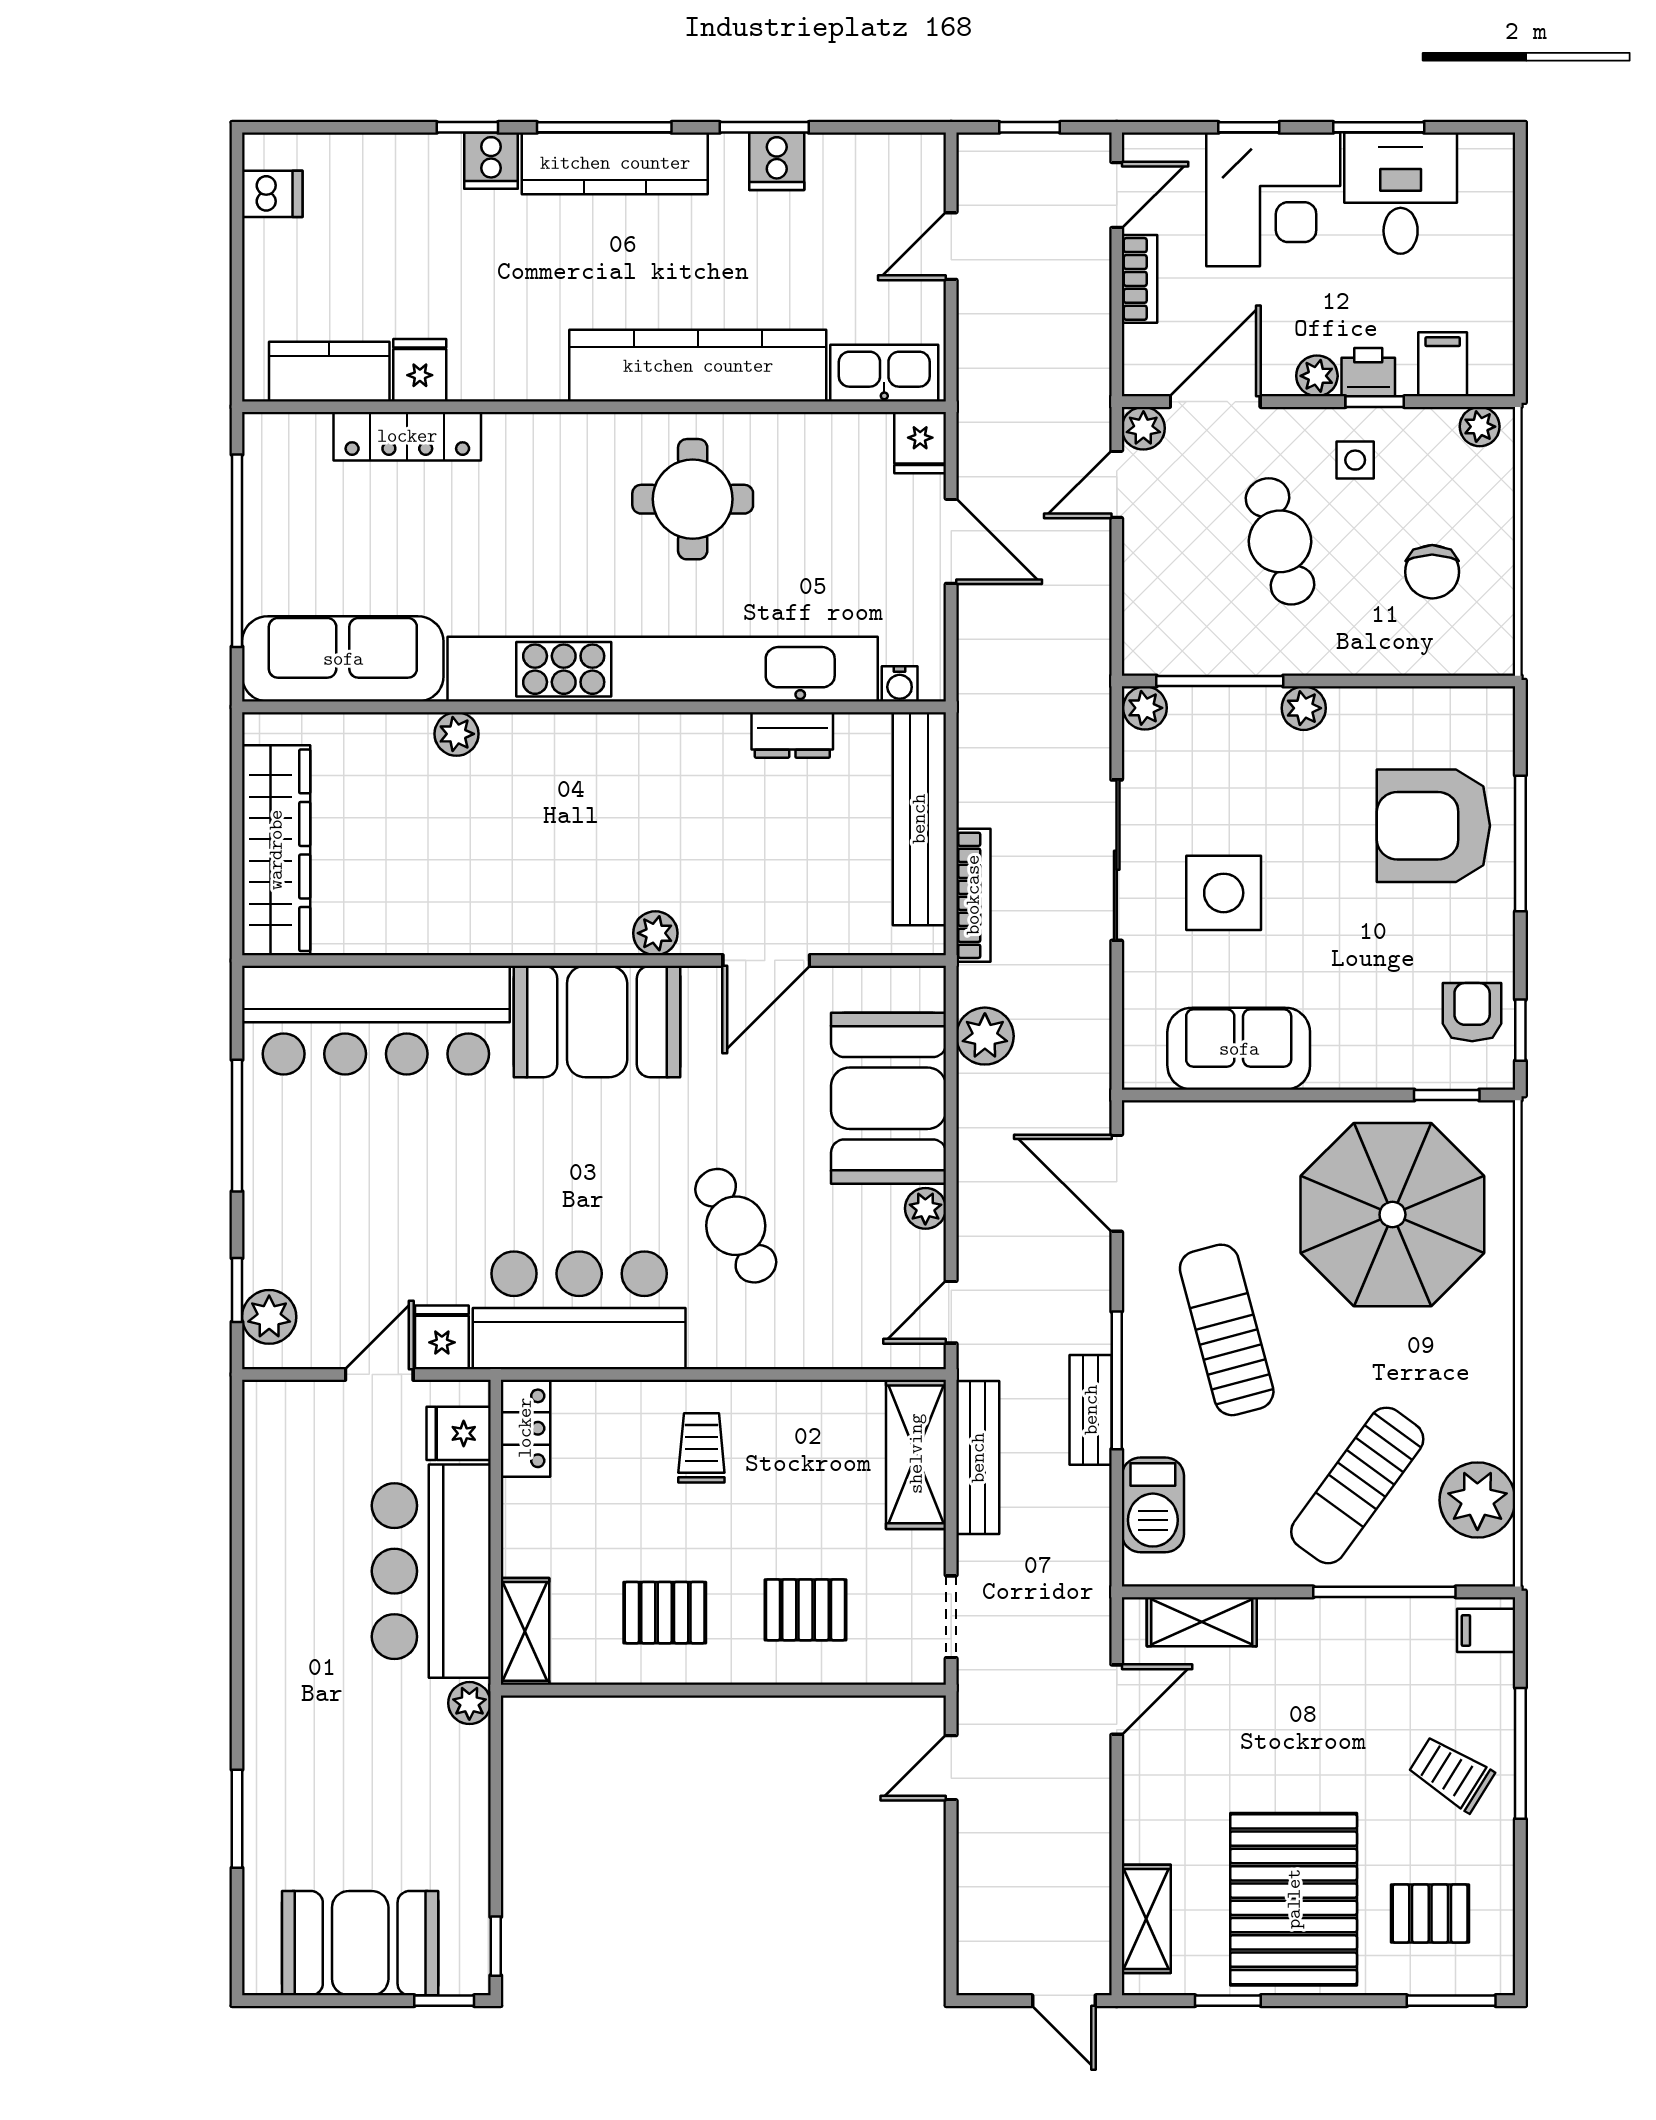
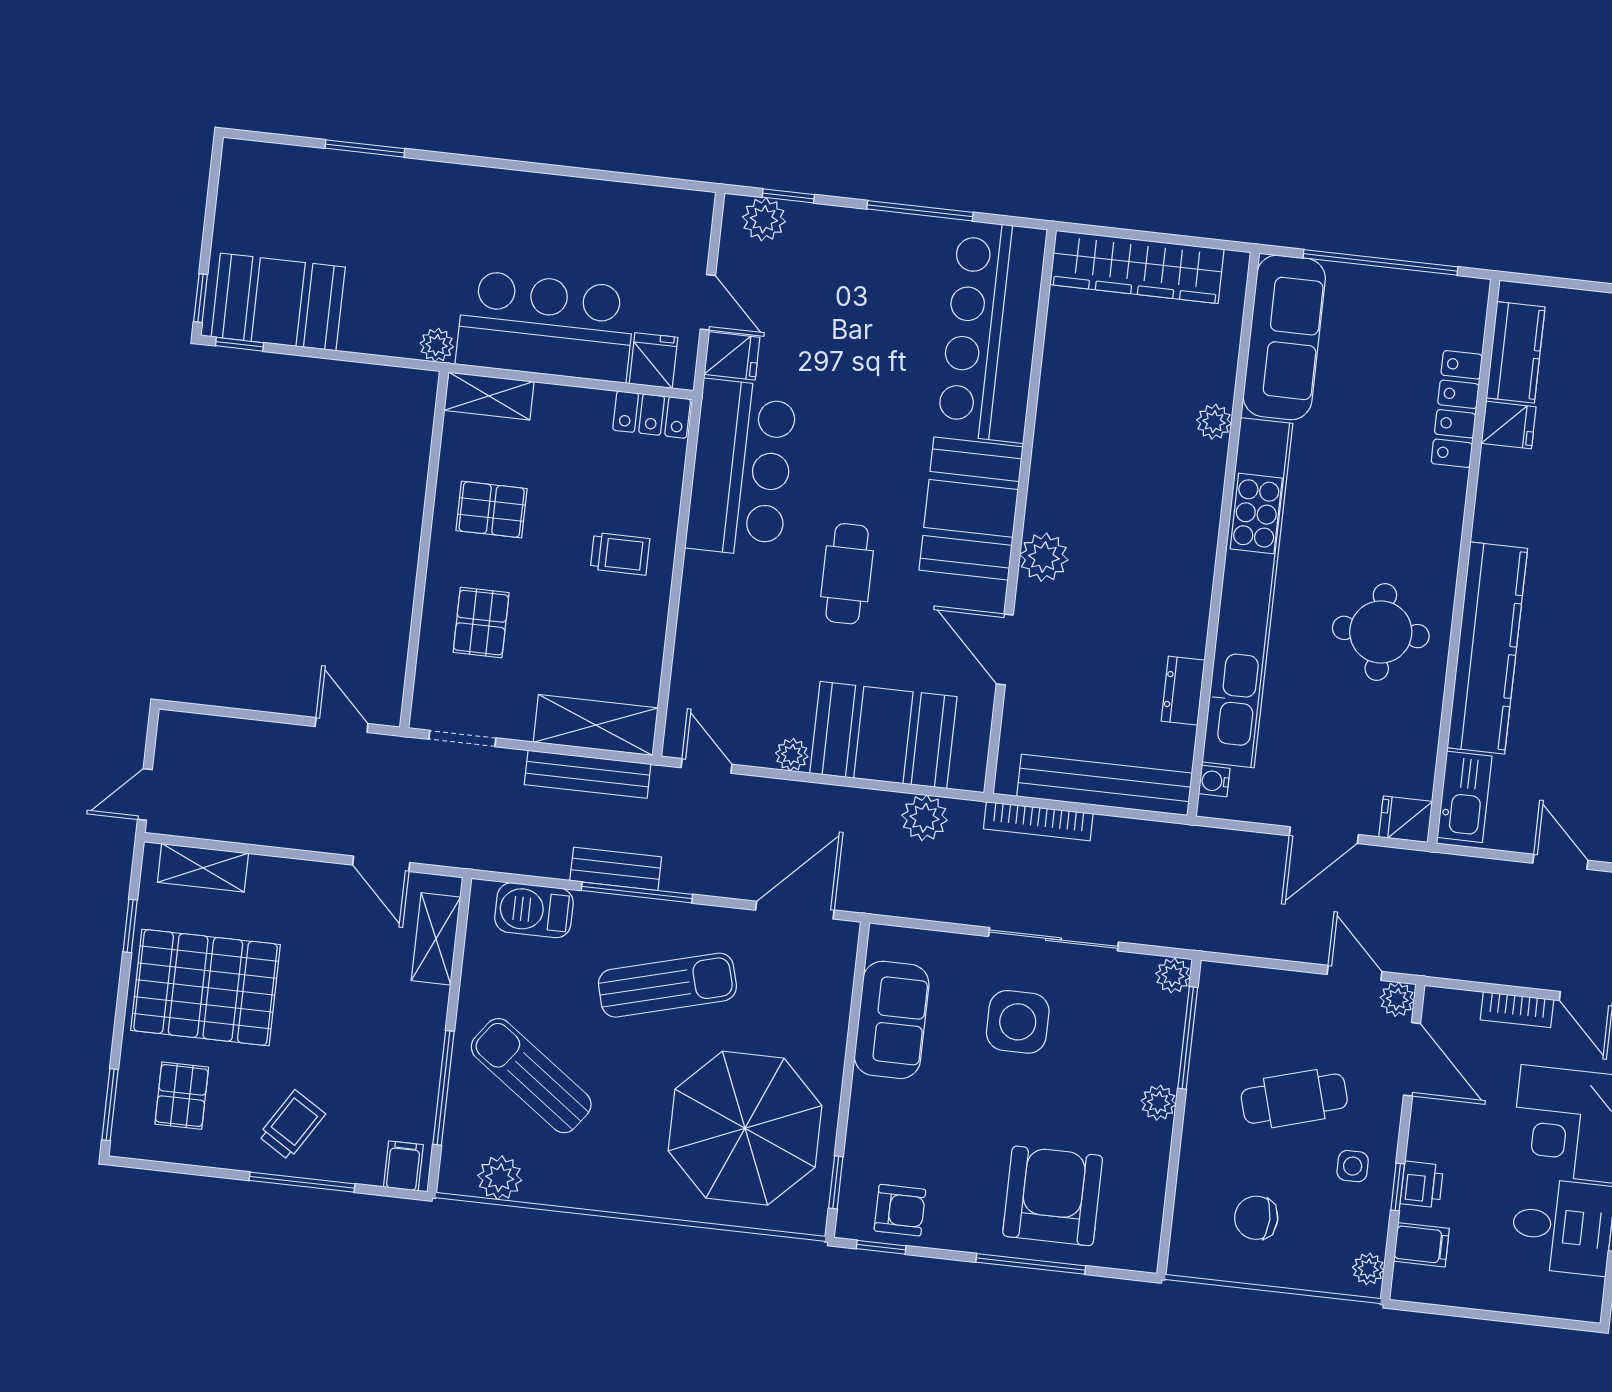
plant: (1317, 376) -> (1423, 1143), removed
plant: (655, 933) -> (1044, 557), width x1.38, depth x1.38
cafe table: (736, 1226) -> (847, 574), moved, turned -62
plant: (1477, 1500) -> (500, 1178), width x0.73, depth x0.73
pallet: (665, 1613) -> (492, 510), turned 90
booth: (360, 1943) -> (278, 302), moved, turned 90

